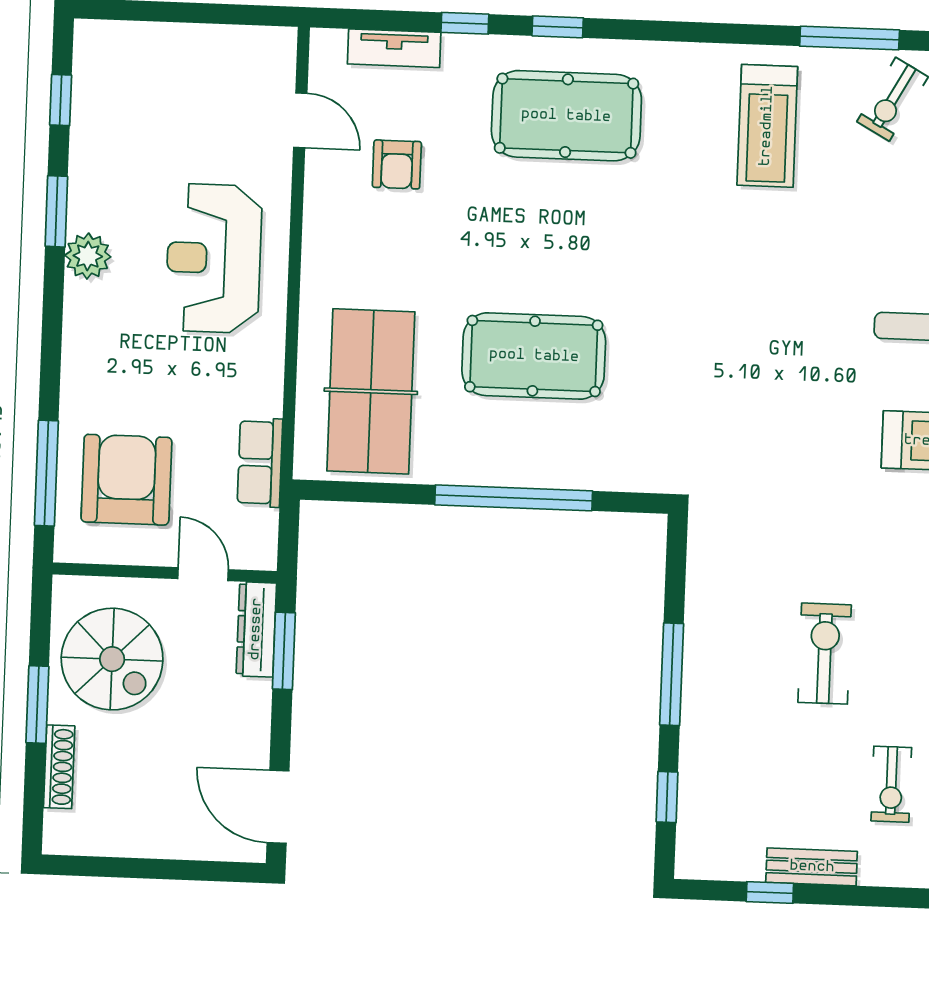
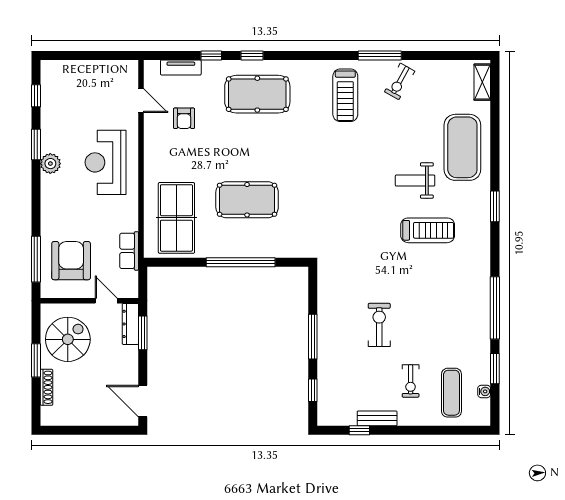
spiral stairs: (112, 659) -> (68, 339), turned -90

